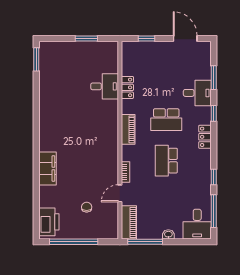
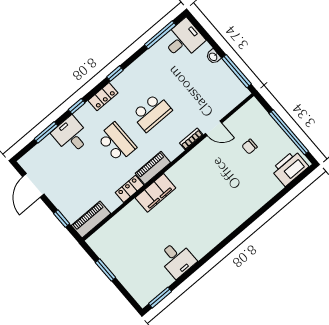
desk: (105, 86) -> (177, 259), moved, turned 180
locker: (127, 87) -> (130, 189), moved
filing cabinet: (47, 168) -> (155, 193), moved, turned 180
window: (214, 177) -> (115, 73), moved
piano: (129, 222) -> (91, 219), moved

